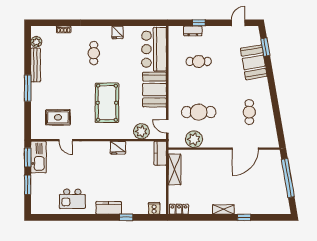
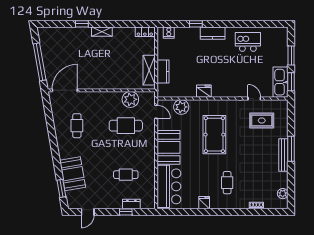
bench: (36, 65) -> (283, 155), moved
door: (245, 149) -> (65, 90), moved
kitchen counter: (160, 153) -> (163, 72), moved

